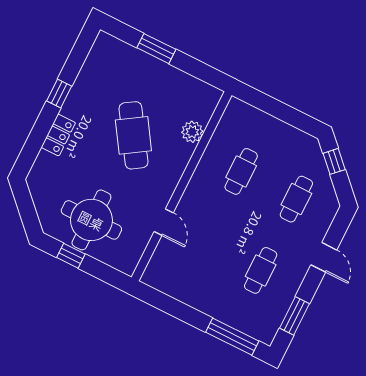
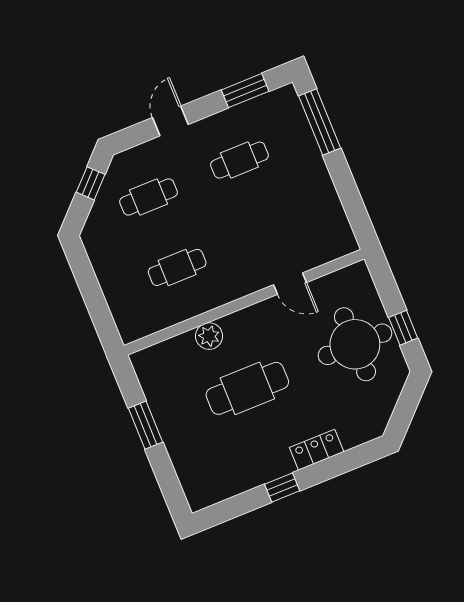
window: (156, 49) -> (146, 425), moved
plant: (192, 132) -> (209, 336), moved
cafe table: (133, 135) -> (247, 388), turned 33
window: (334, 161) -> (91, 183), moved
door: (164, 222) -> (290, 284), swing flipped

